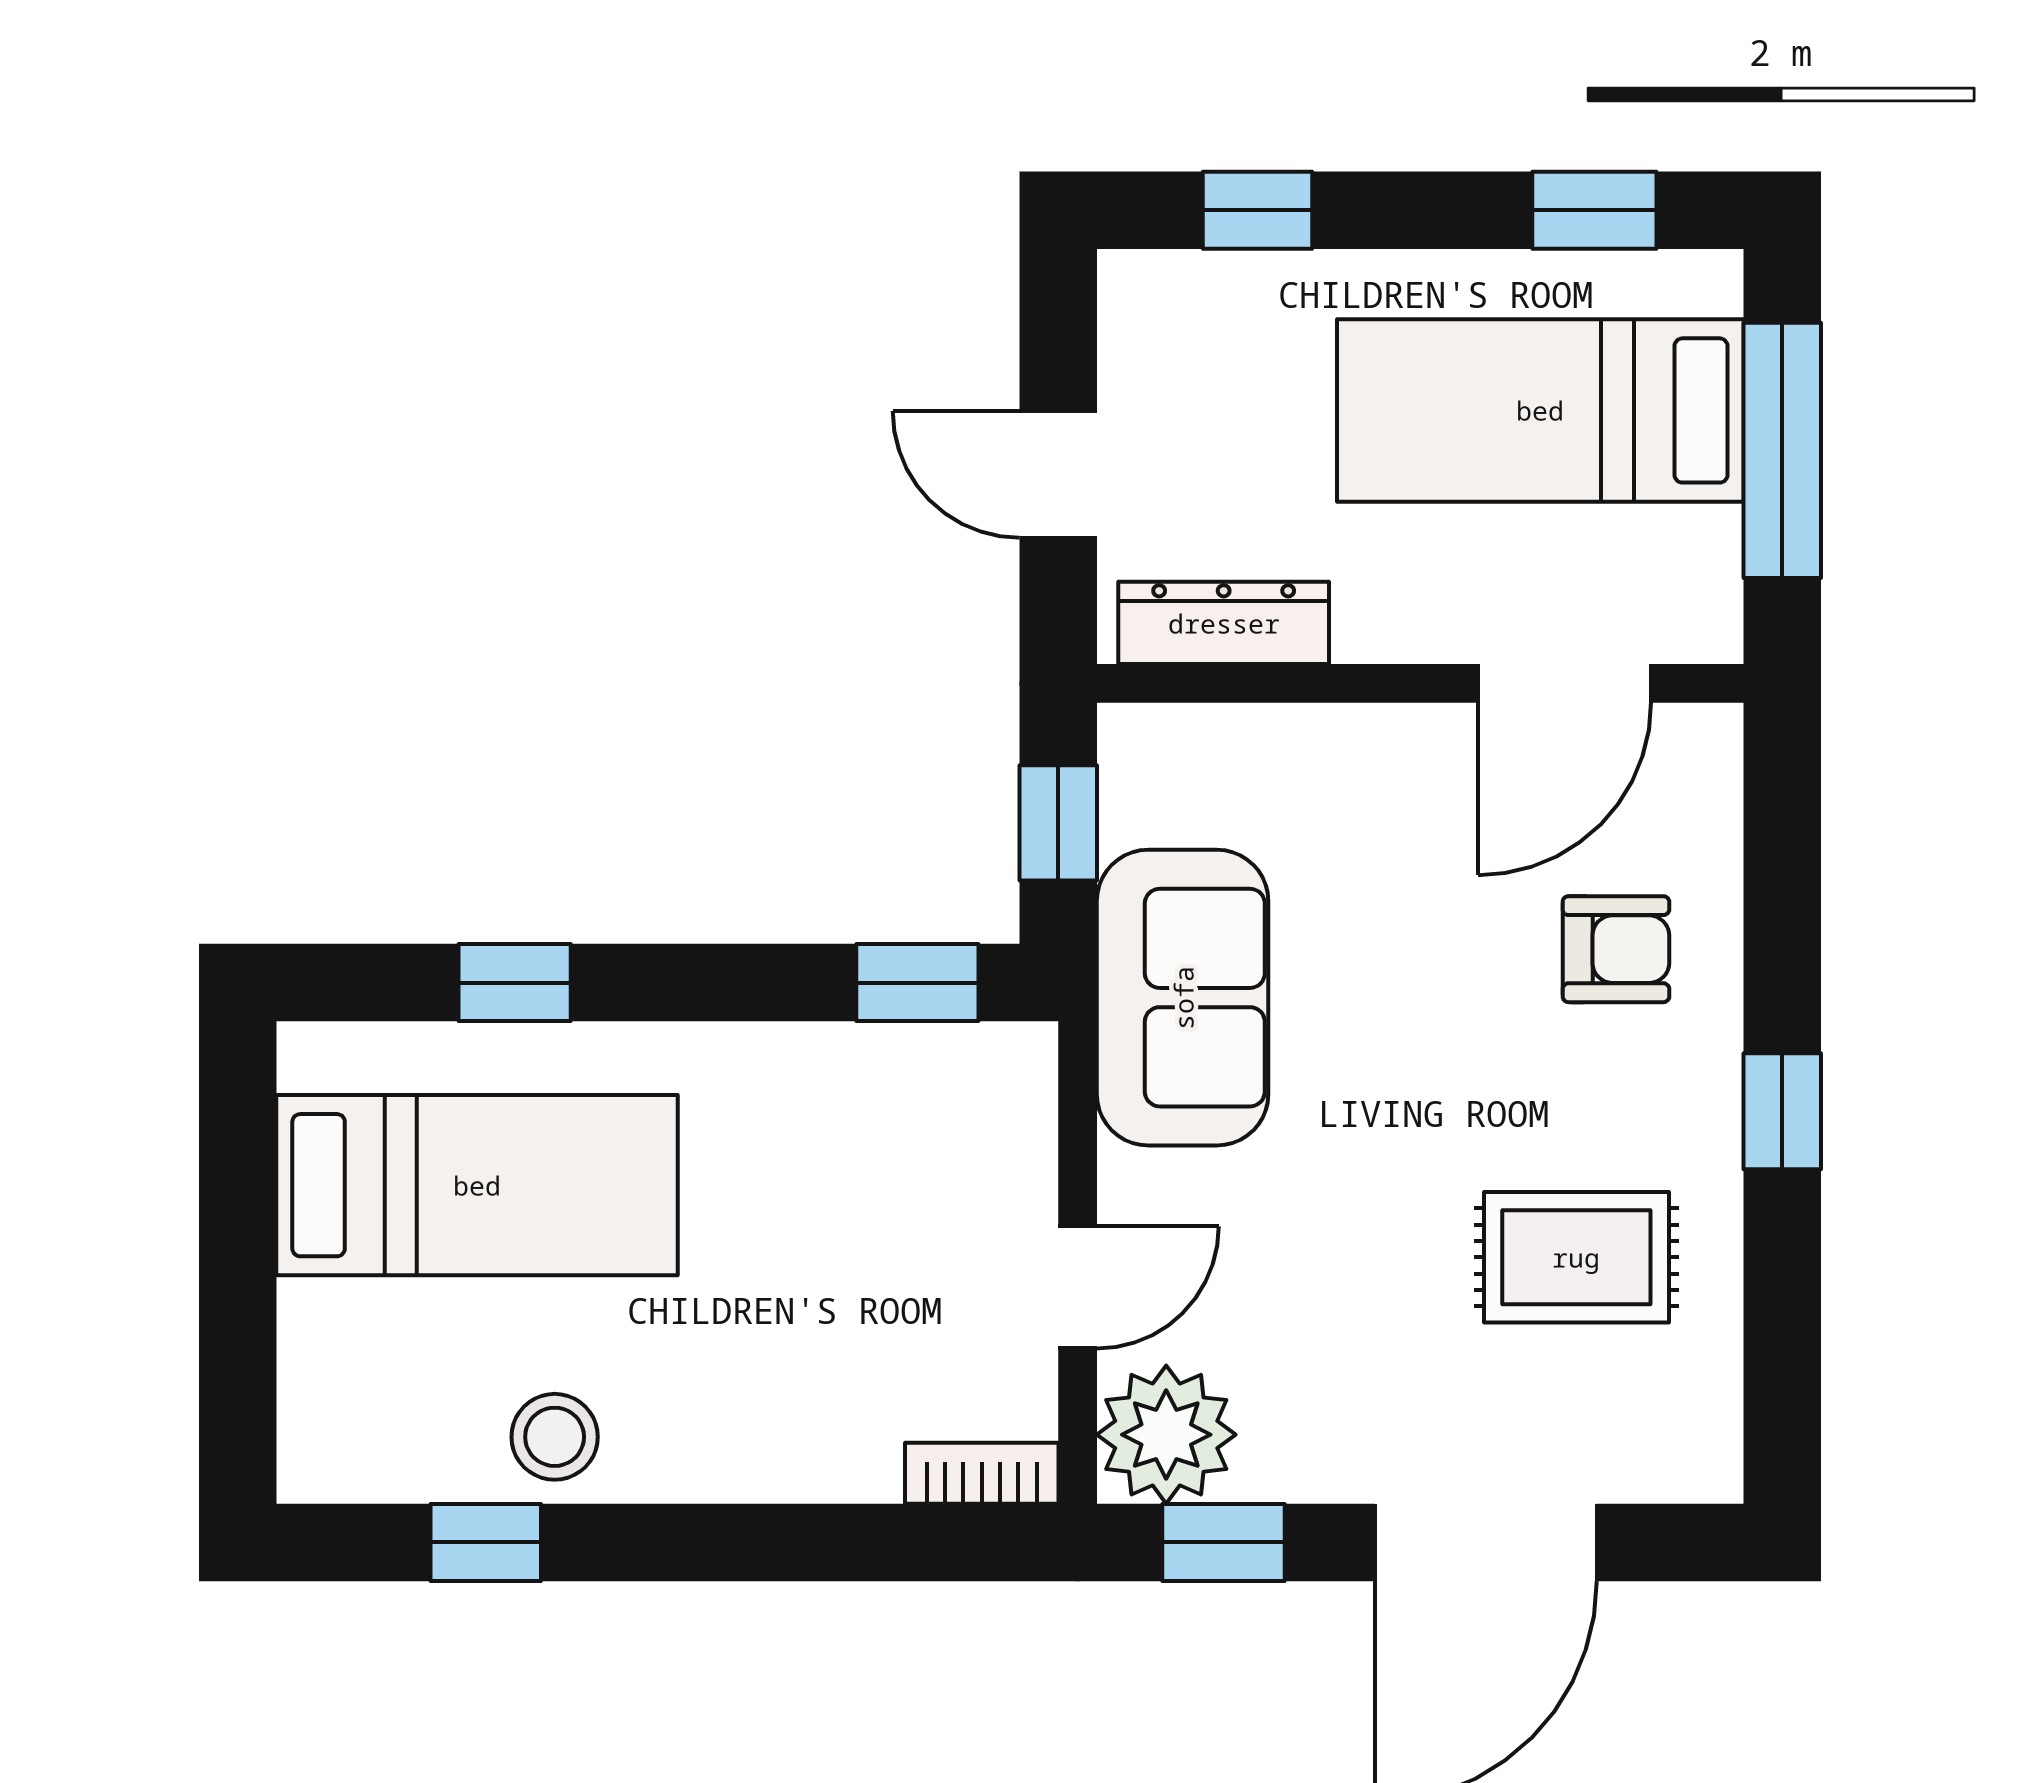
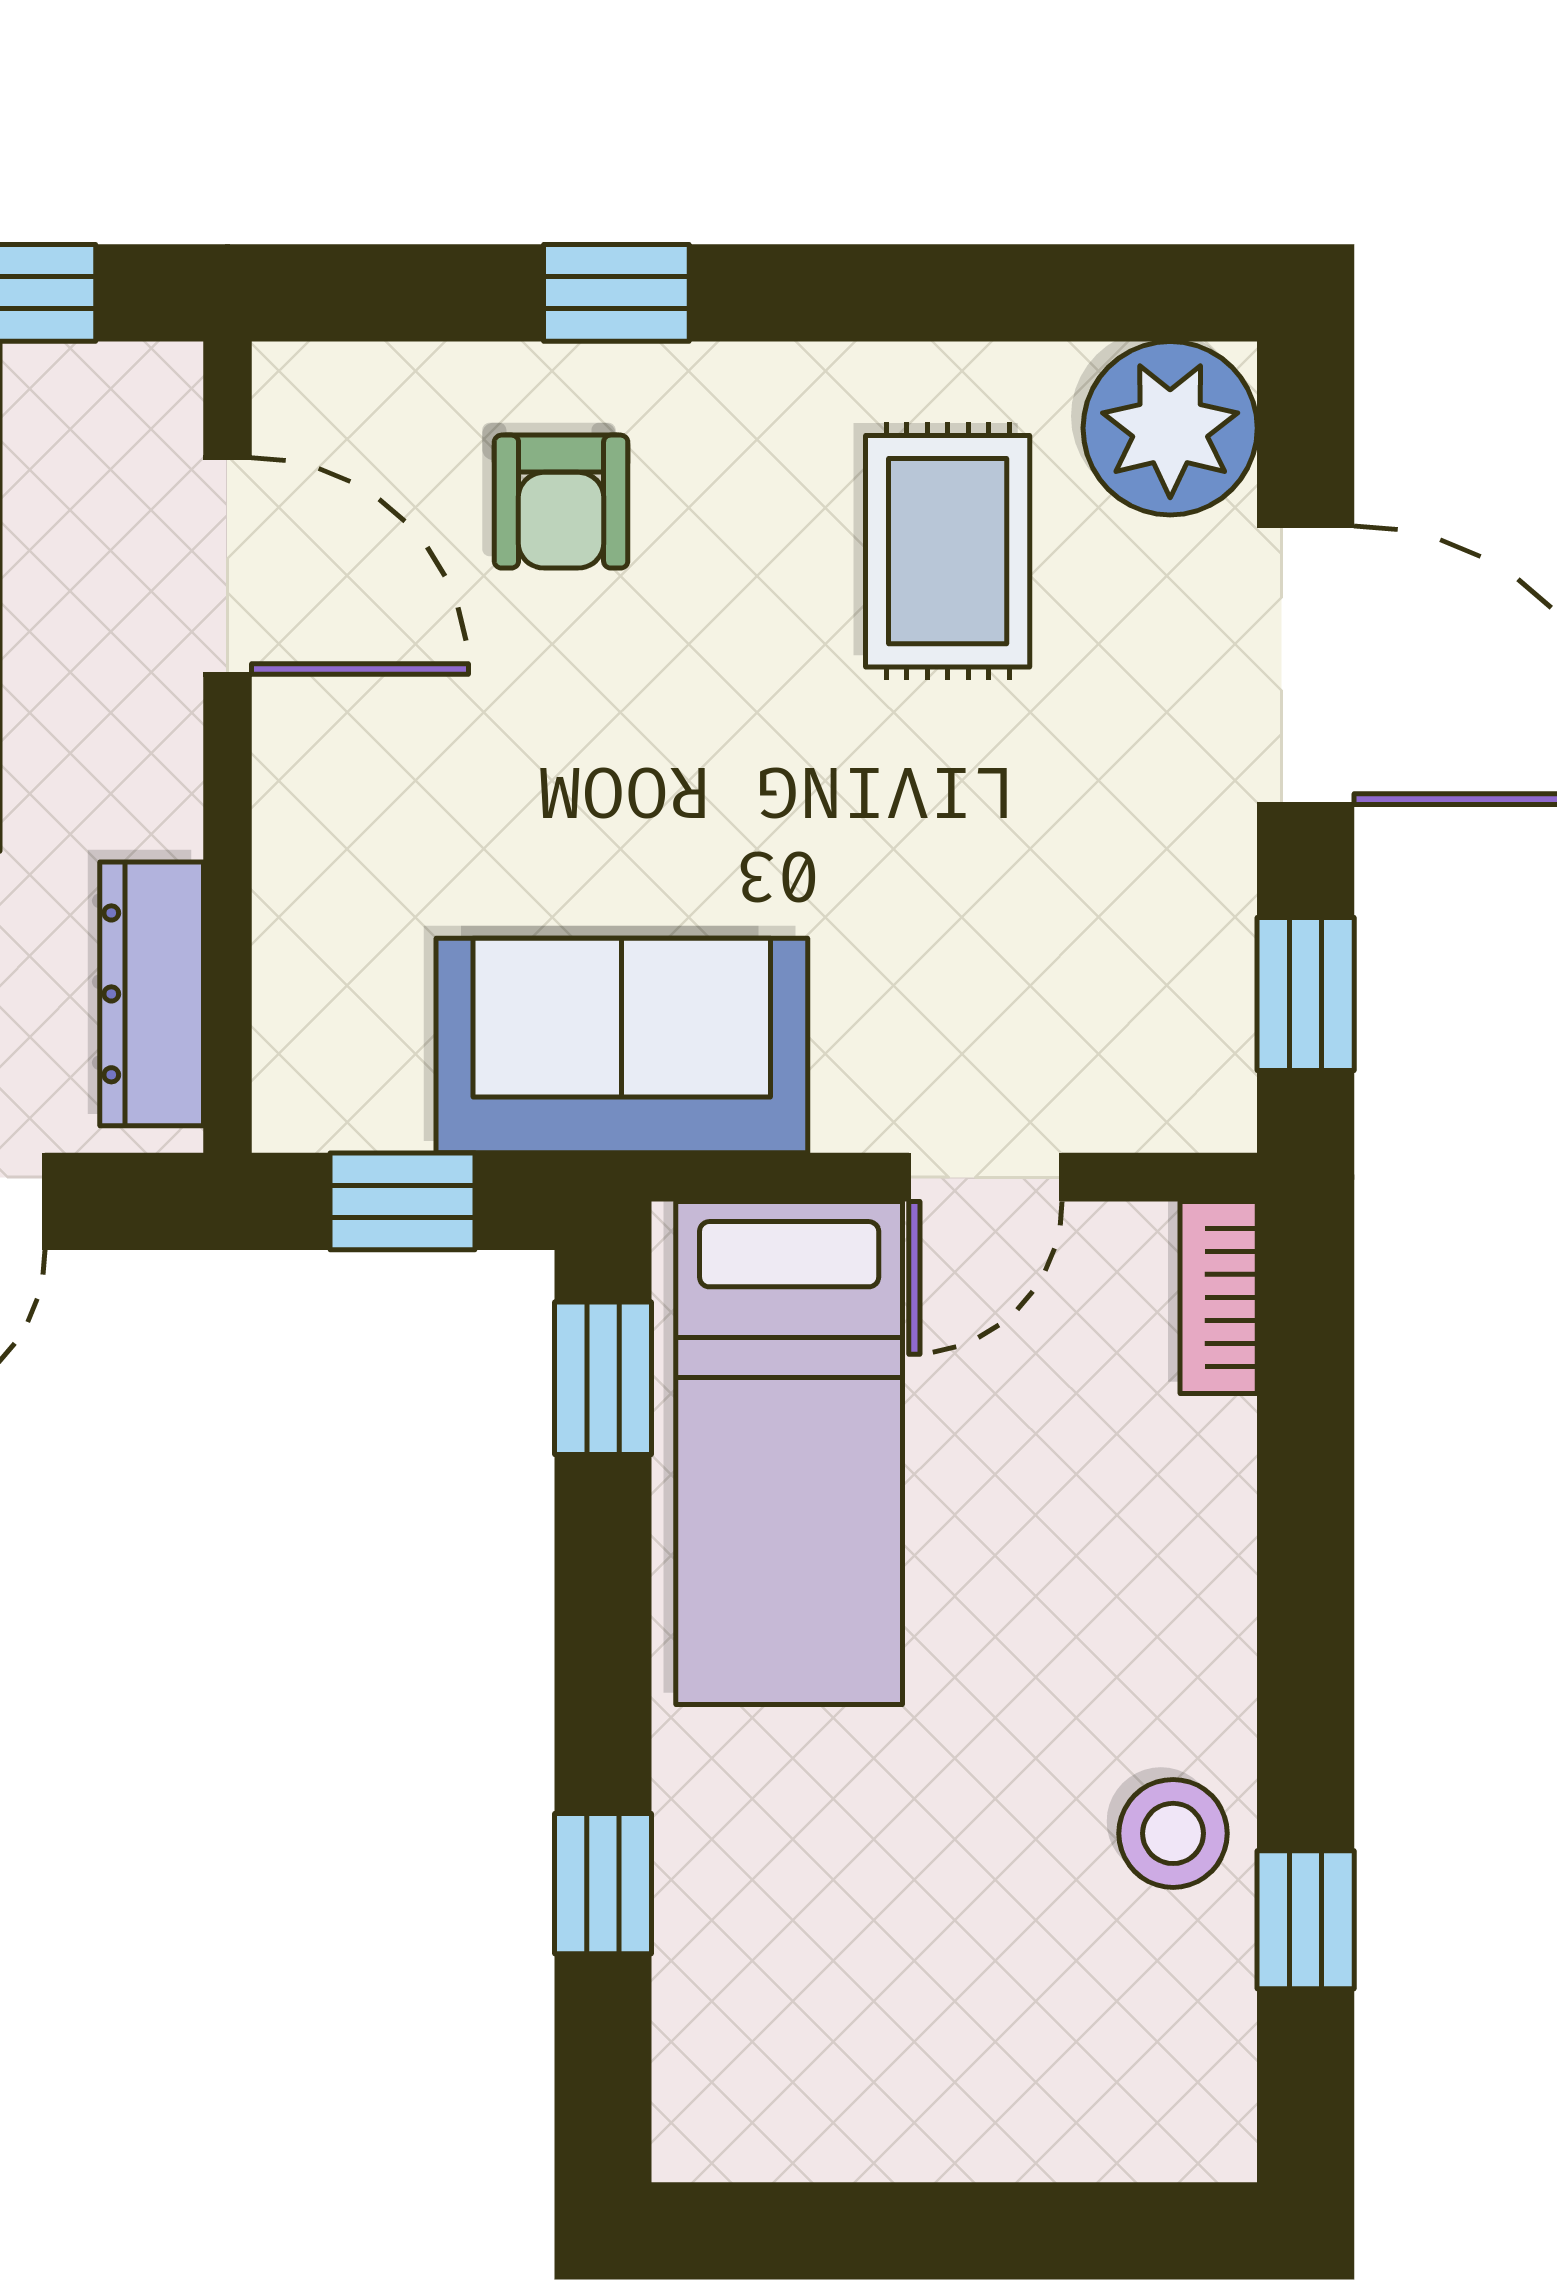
armchair: (1616, 949) -> (561, 502), turned 180
window: (1782, 1111) -> (616, 293), moved
bed: (477, 1185) -> (789, 1453), moved, turned 180
door: (1078, 1287) -> (985, 1177), swing flipped
plant: (1166, 1435) -> (1170, 428), moved

